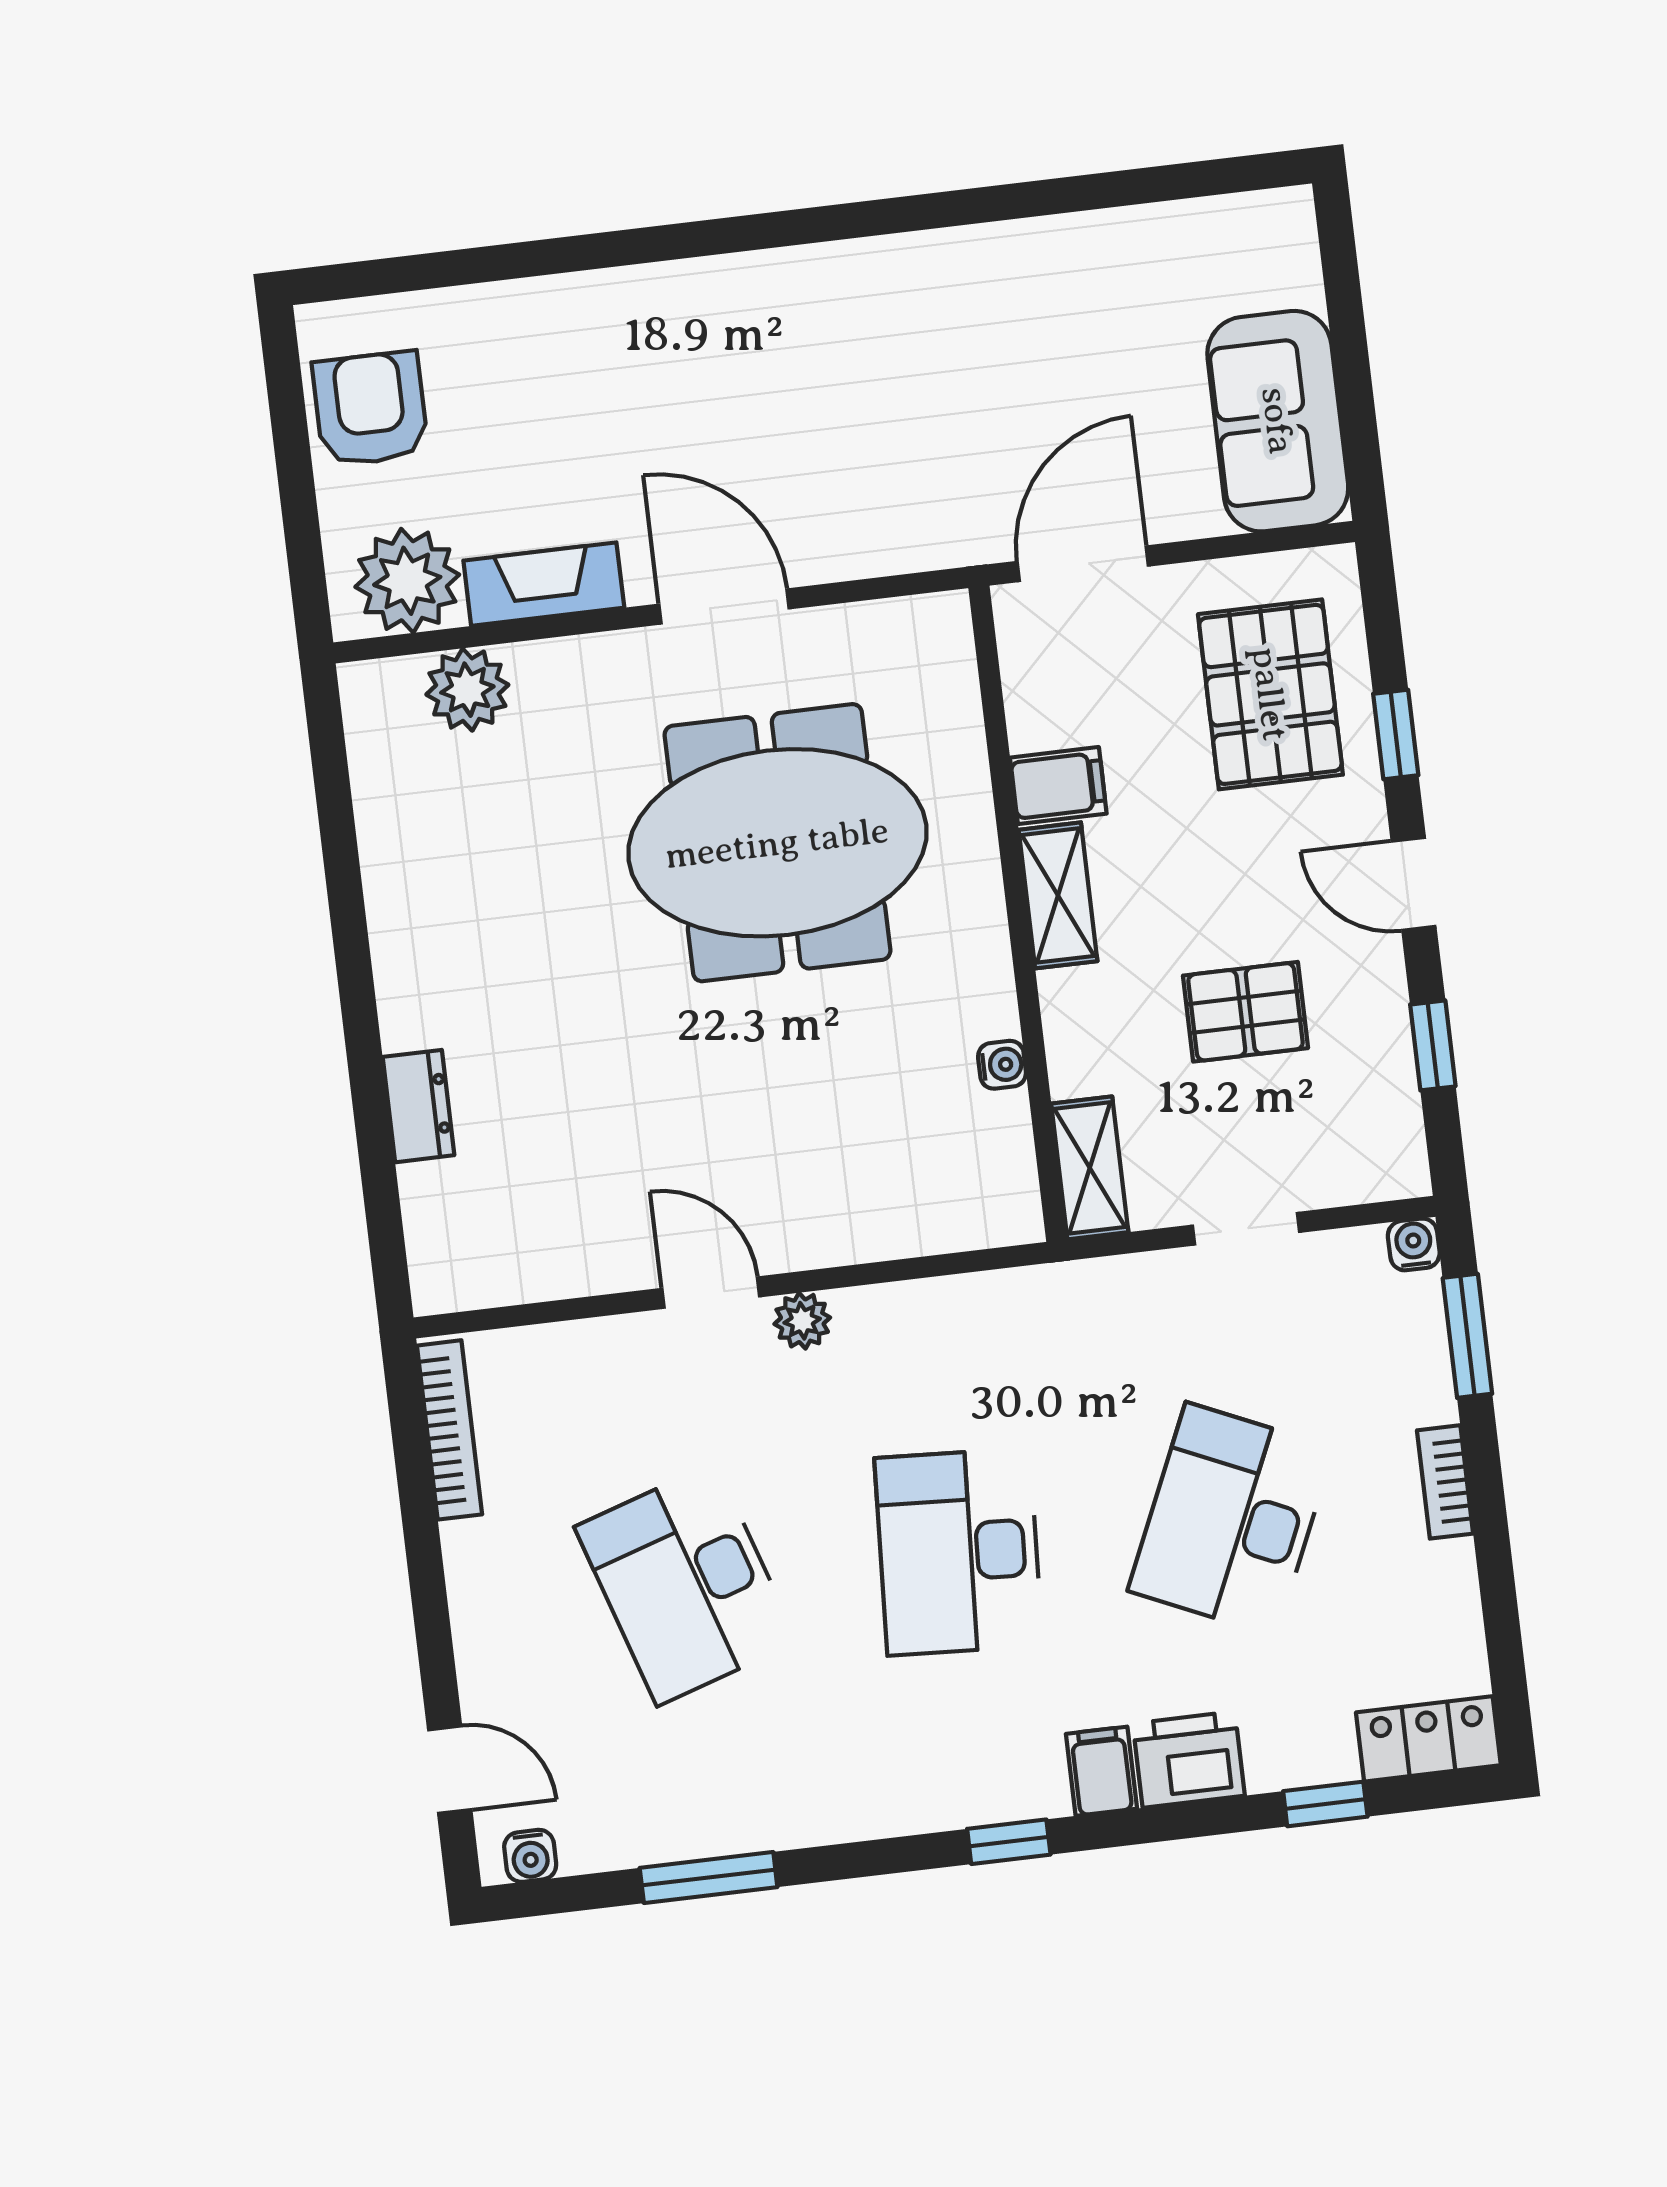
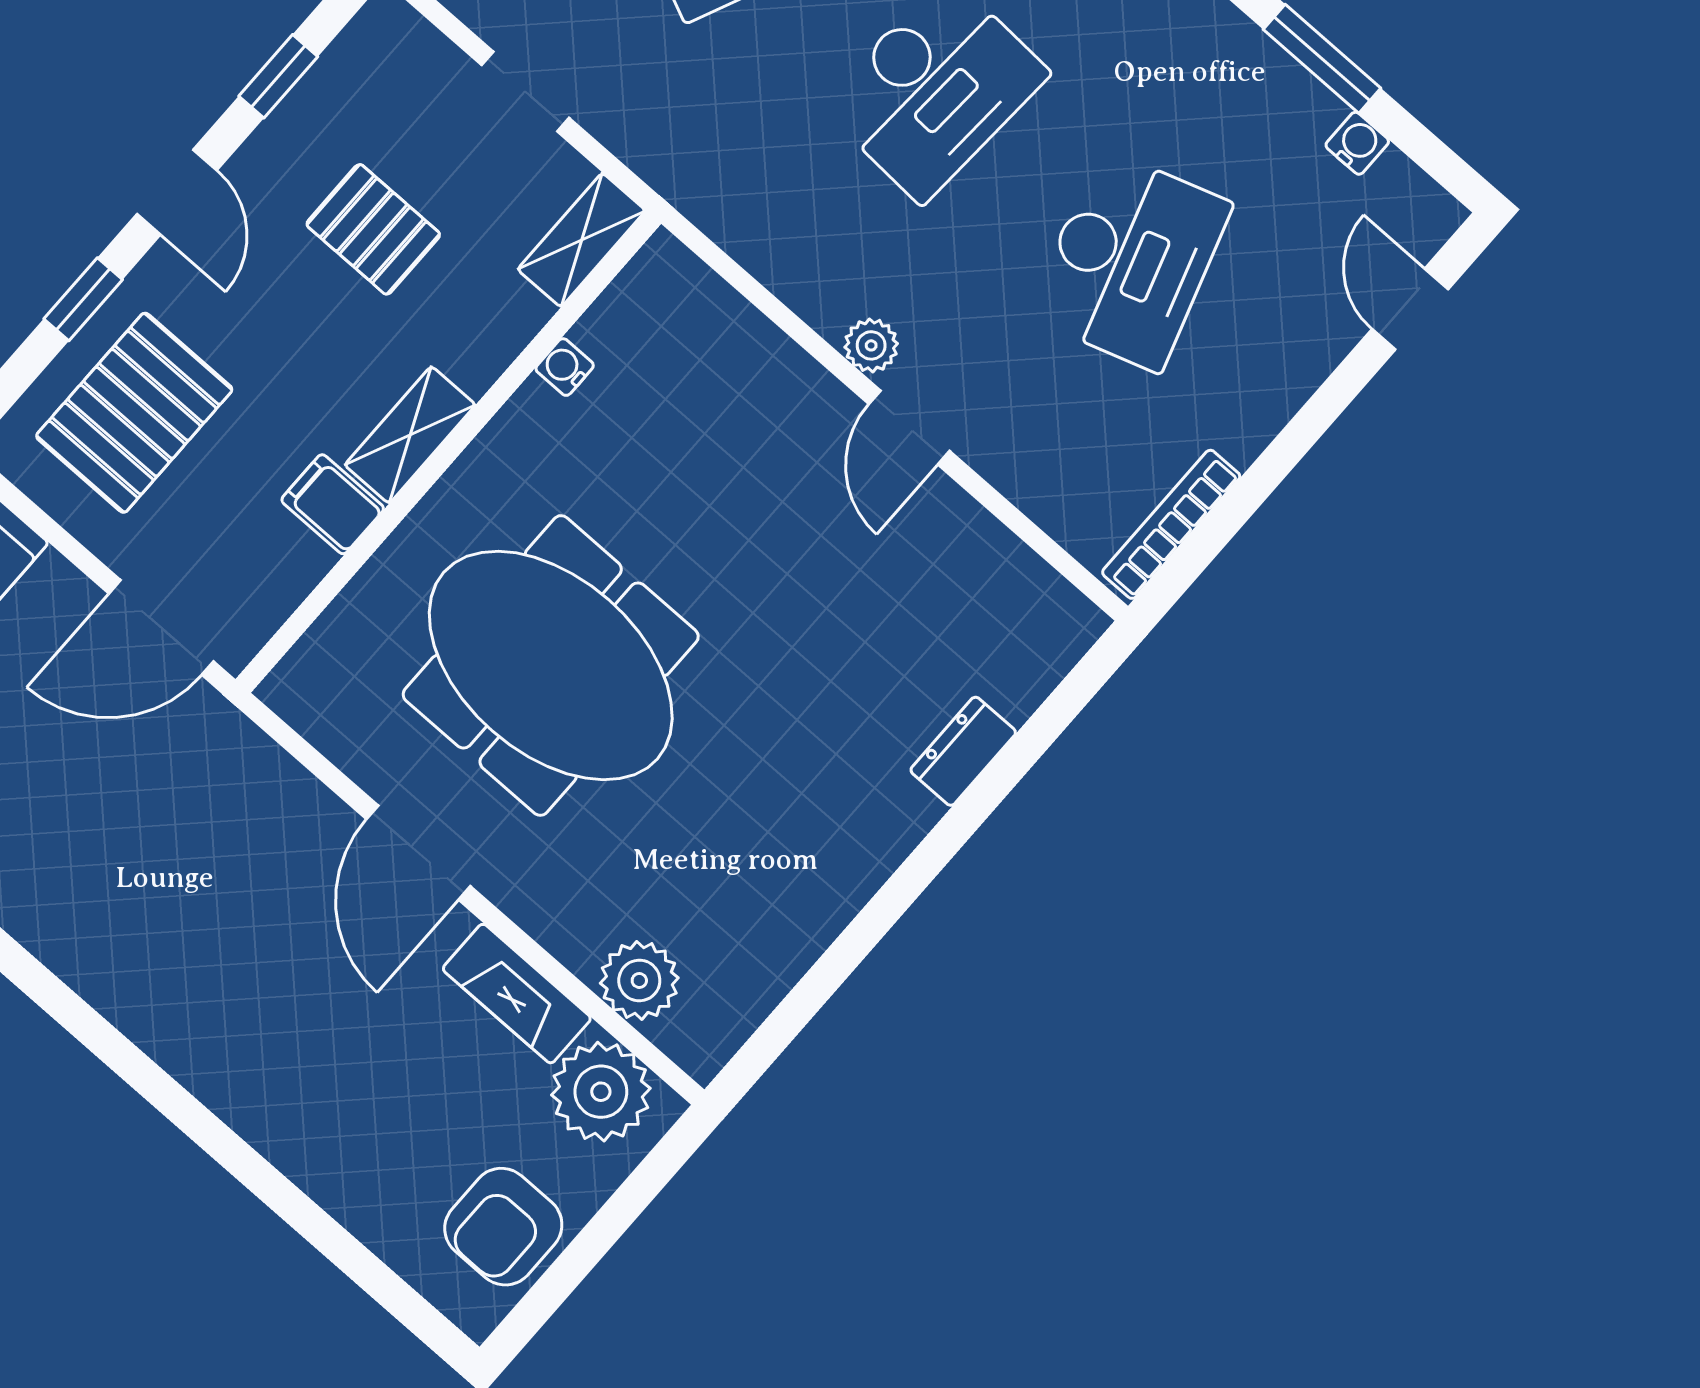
water cooler: (530, 1856) -> (1357, 143), moved

